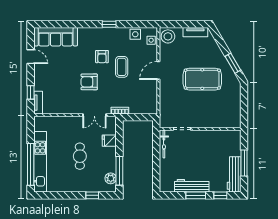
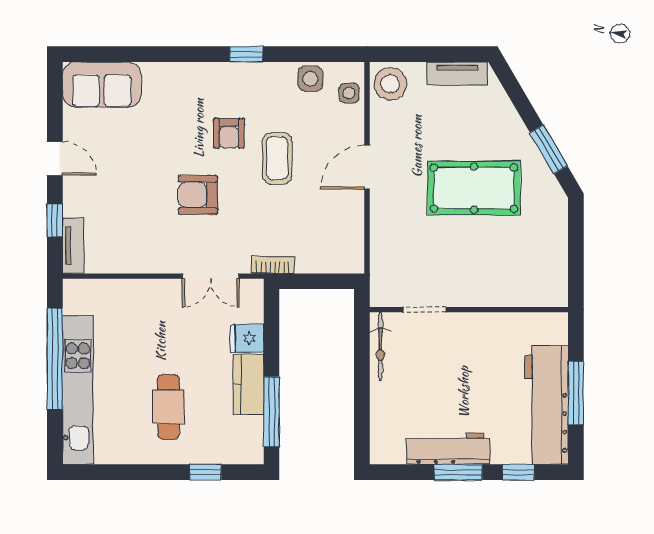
sofa: (56, 37) -> (102, 85), width x0.73
door: (31, 57) -> (55, 158), moved
cafe table: (80, 156) -> (168, 407), moved
kitchen counter: (110, 160) -> (249, 385), added
window: (31, 164) -> (55, 359), moved
workbench: (234, 174) -> (547, 405), width x1.36, depth x1.32
plant: (111, 178) -> (250, 430), removed

